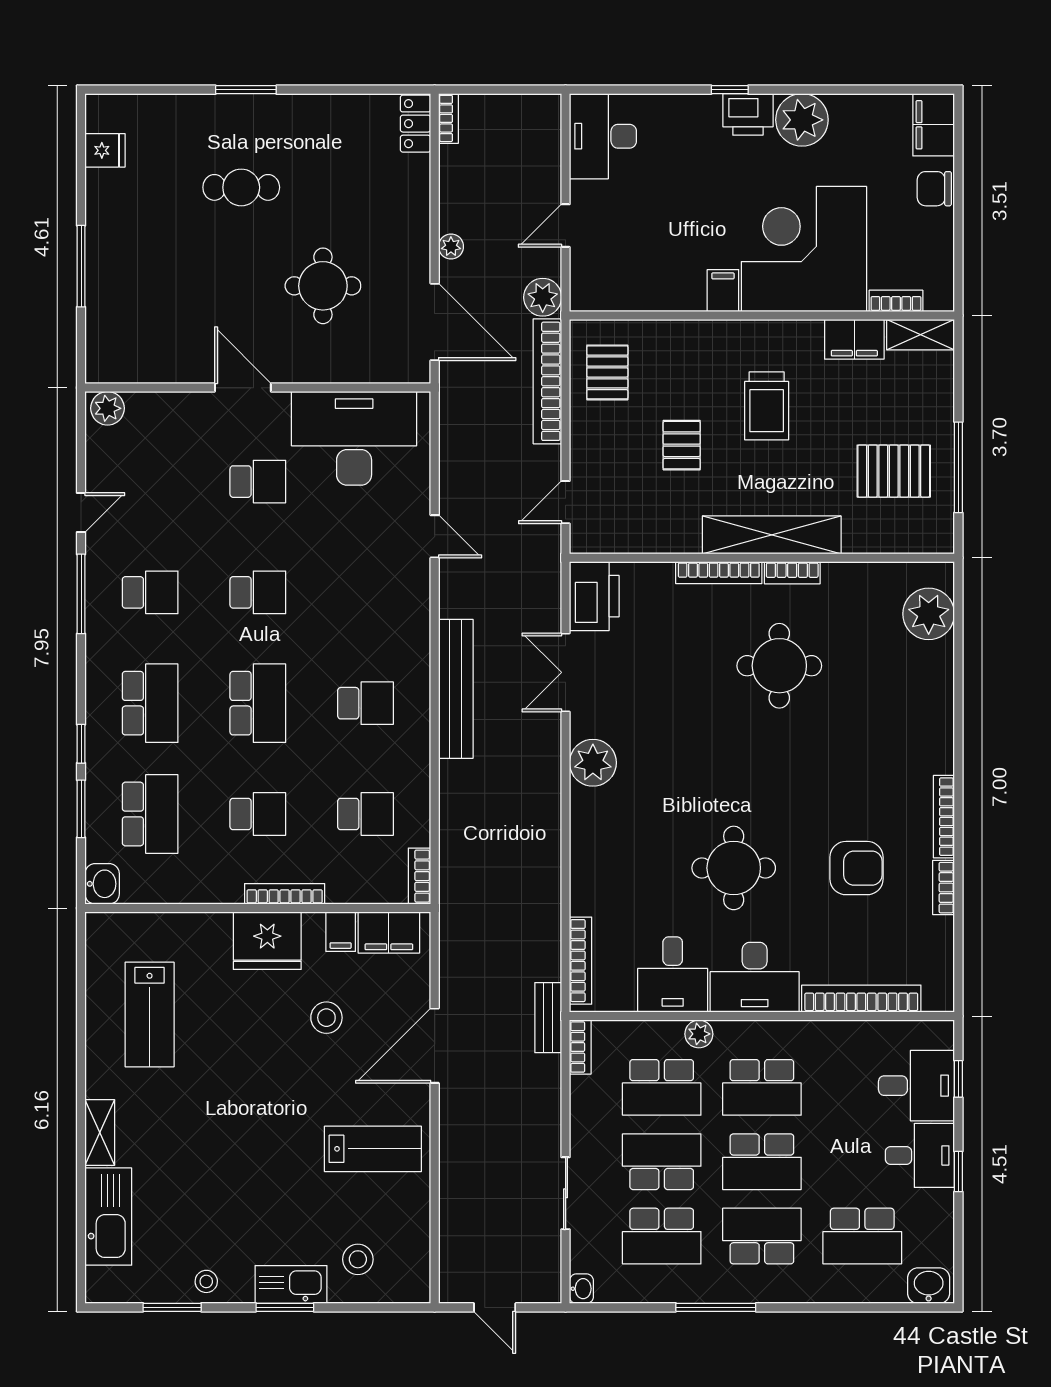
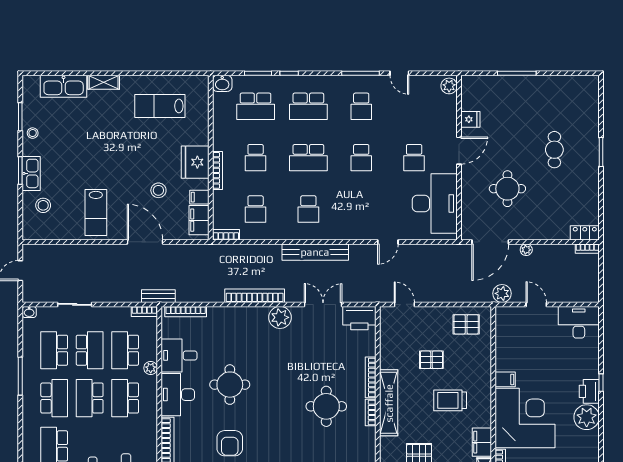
fridge: (105, 150) -> (470, 119), moved, turned -90
bookcase: (547, 381) -> (255, 296), moved

